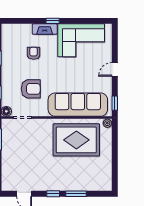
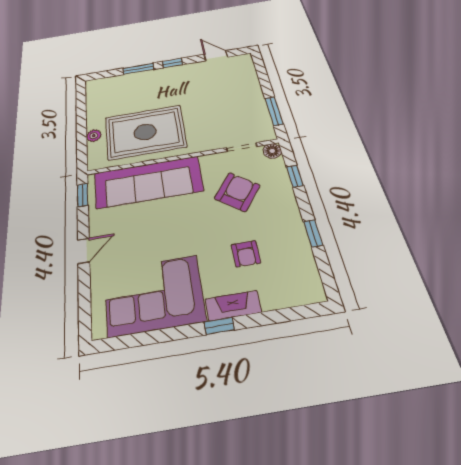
armchair: (31, 89) -> (237, 192), turned 127
plant: (107, 123) -> (94, 136), moved

